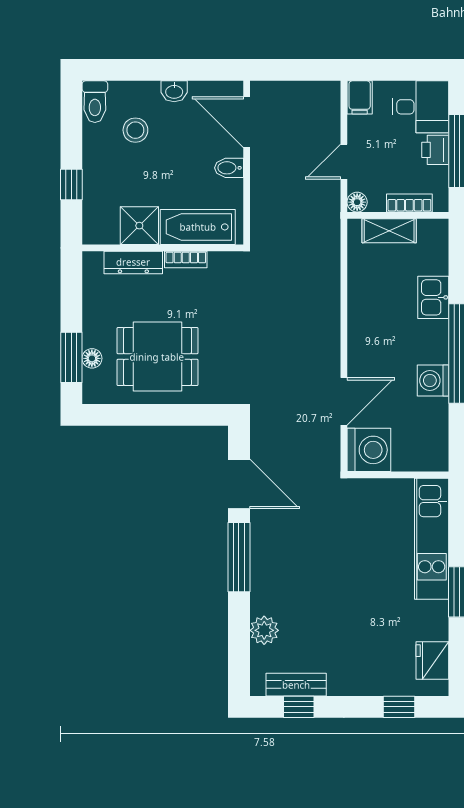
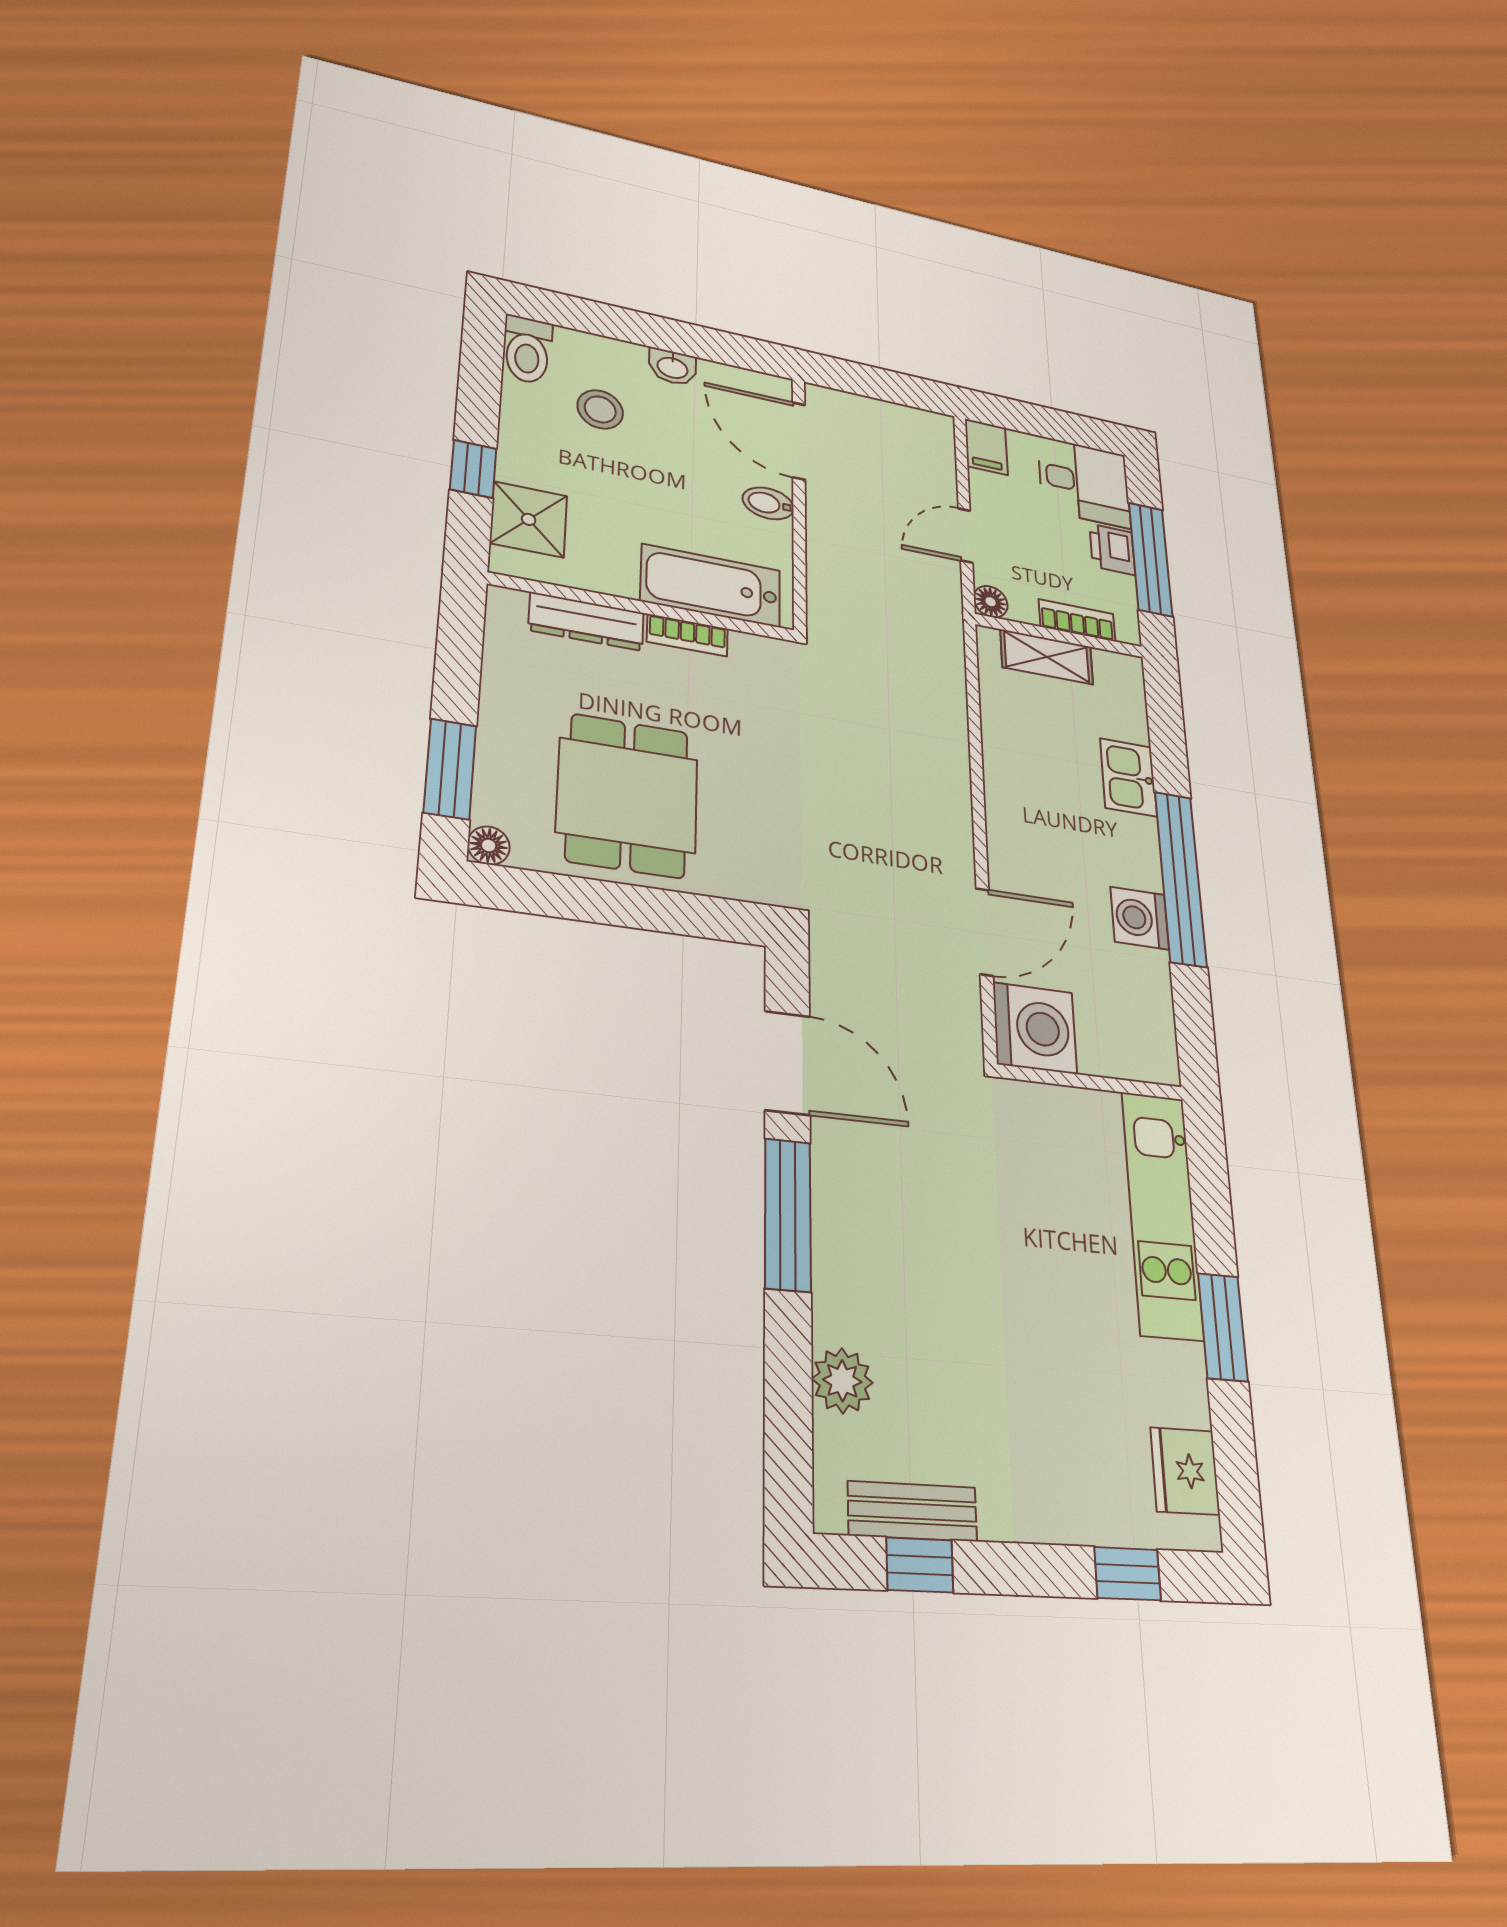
shower: (139, 226) -> (529, 519), moved
dining table: (157, 357) -> (627, 796), turned 90
floor lamp: (92, 358) -> (489, 845), moved

